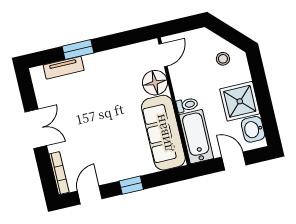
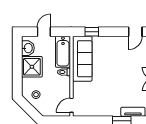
floor lamp: (155, 83) -> (80, 90), removed
door: (234, 161) -> (44, 32), swing flipped
window: (131, 185) -> (92, 32), moved

